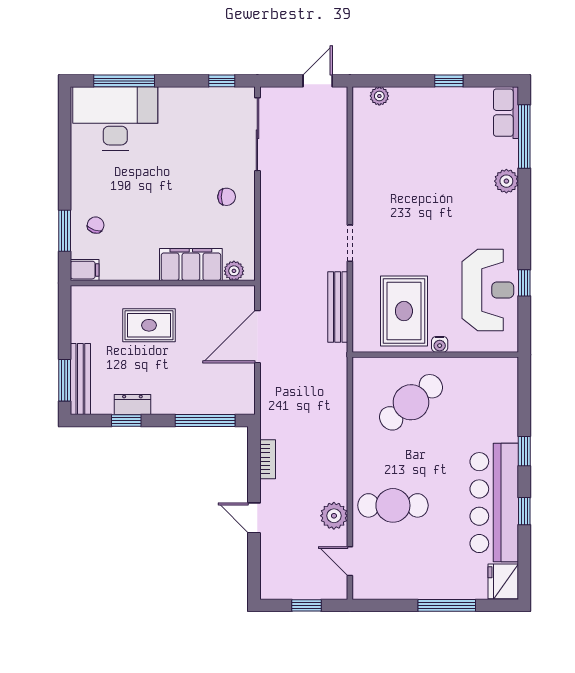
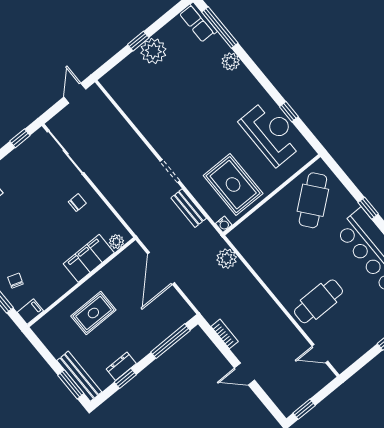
window: (449, 81) -> (138, 41), moved
plant: (379, 96) -> (153, 51), moved, width x1.87, depth x1.87
bench: (338, 307) -> (189, 208), width x0.73
water cooler: (440, 344) -> (224, 224), moved
cafe table: (411, 402) -> (313, 200), moved
plant: (334, 516) -> (227, 259), moved
window: (306, 605) -> (304, 409), moved

